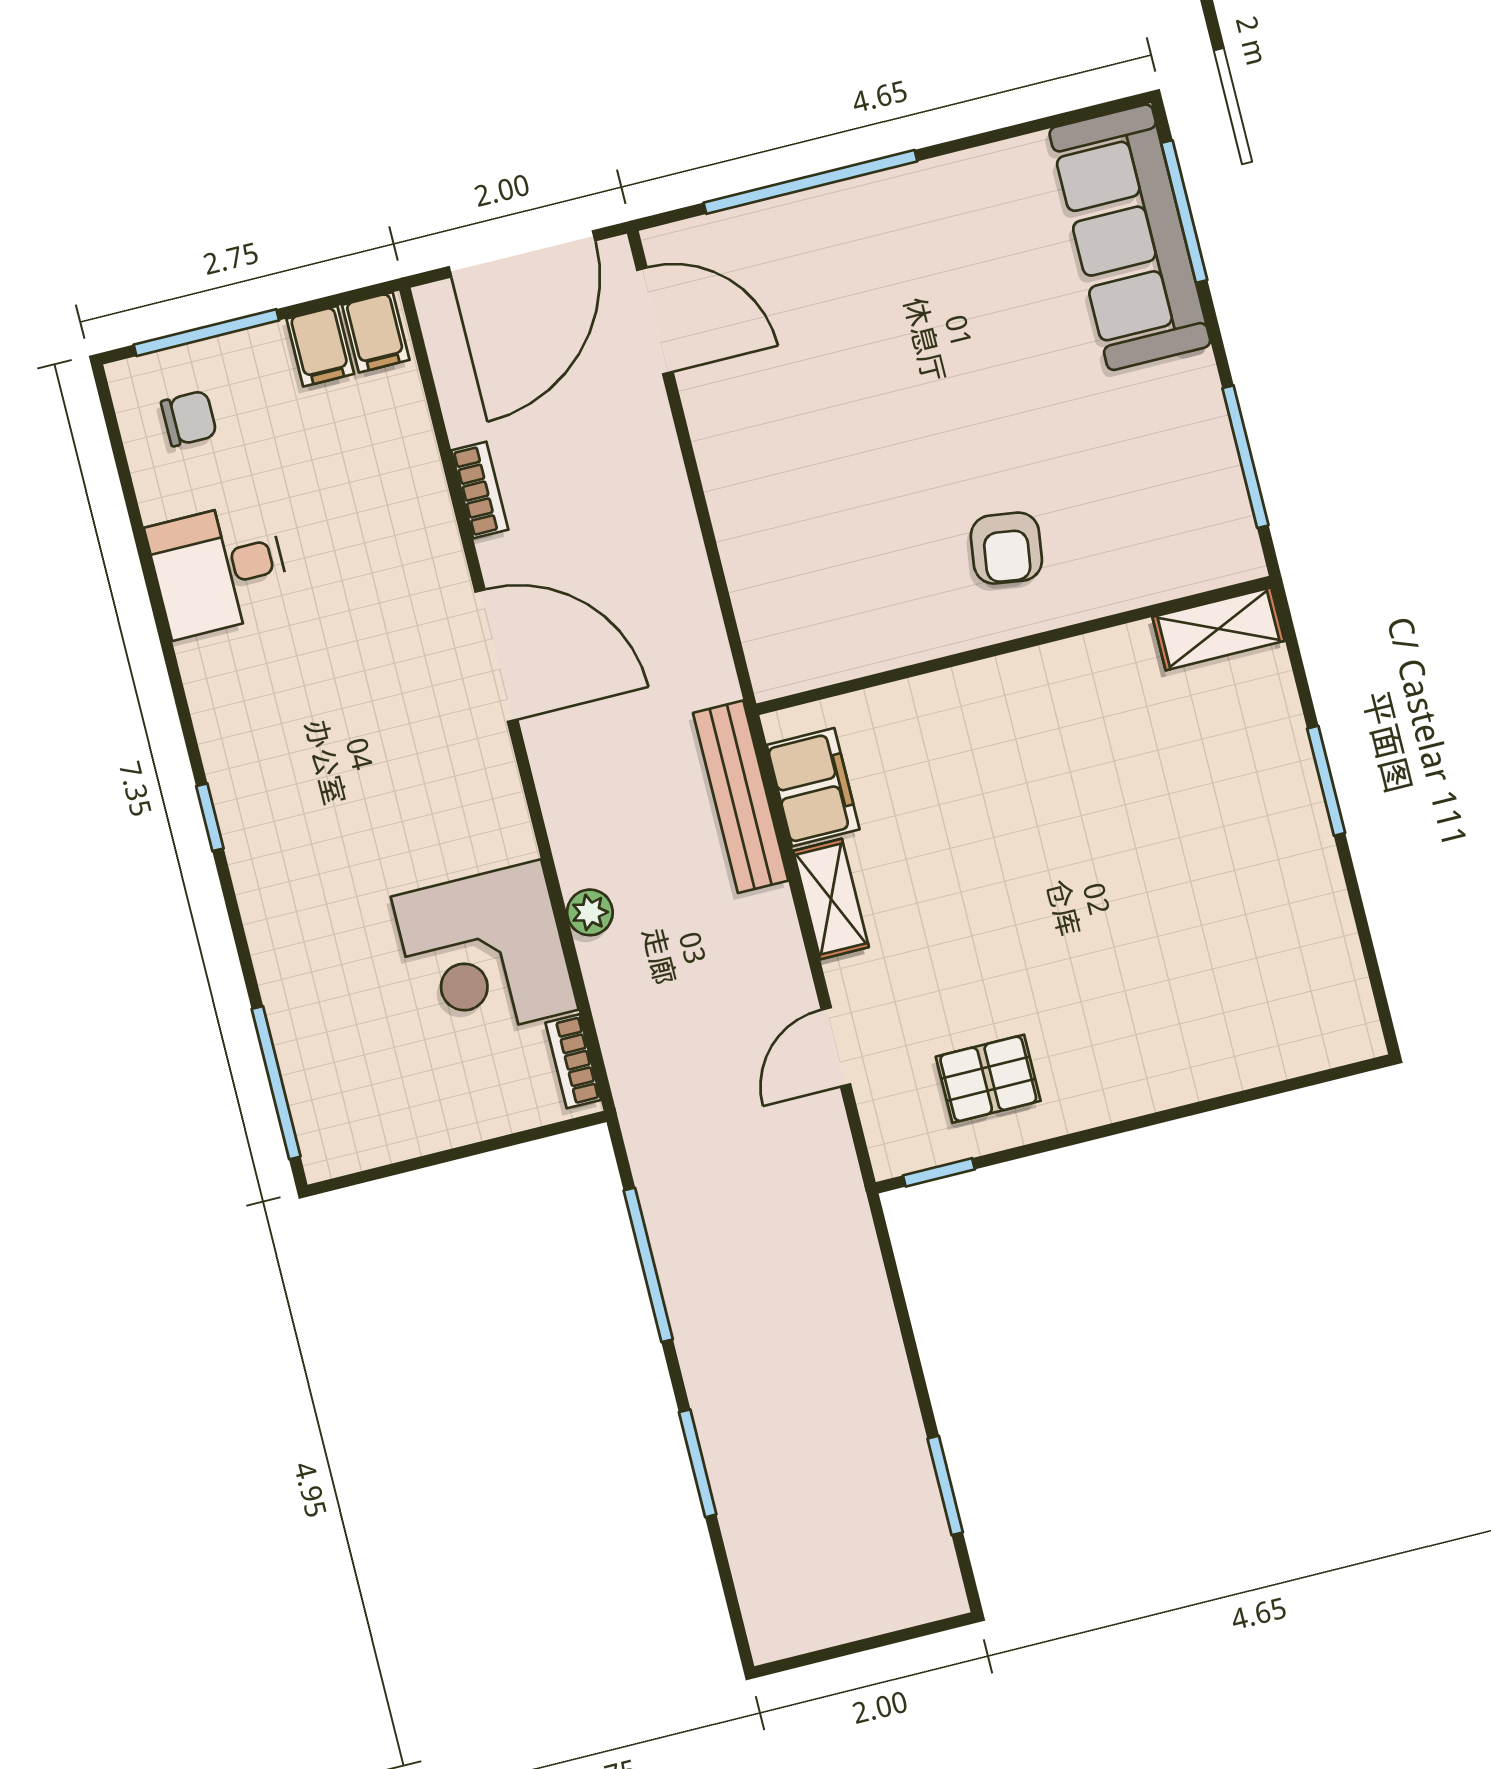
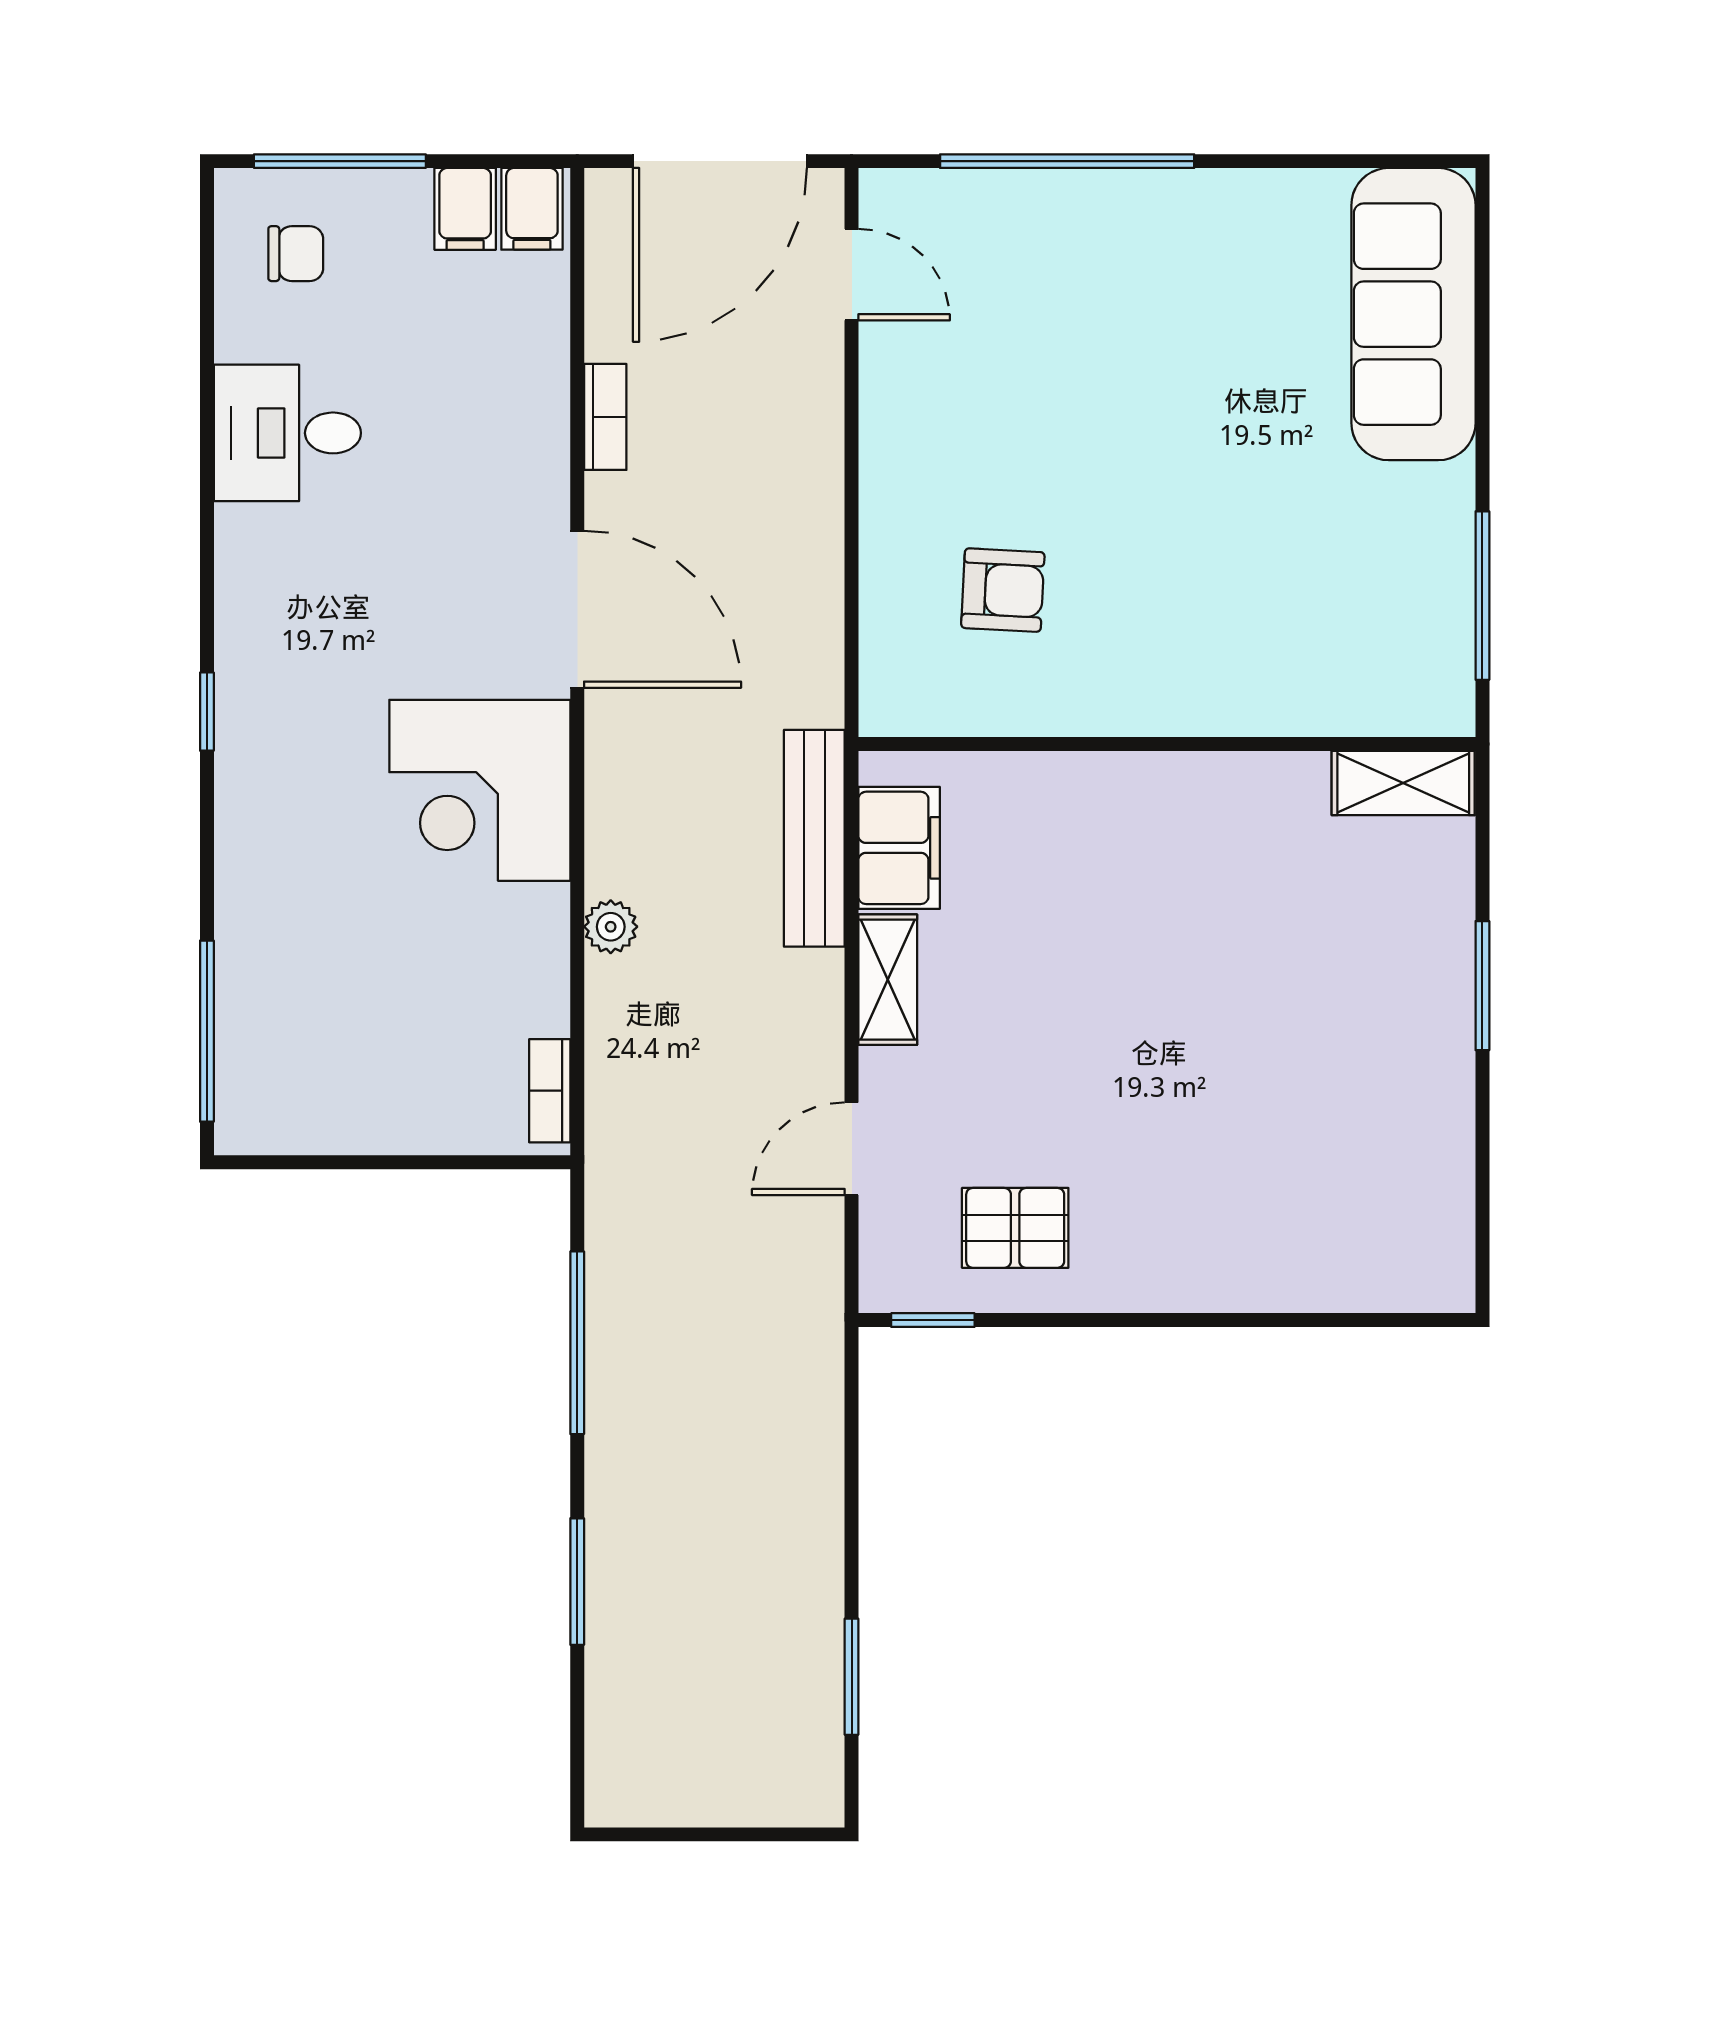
window: (1184, 212) -> (1482, 300), removed
door: (655, 321) -> (852, 275), width x0.73
armchair: (1006, 548) -> (1003, 590), moved, turned -95
corner desk: (485, 953) -> (480, 790), moved

